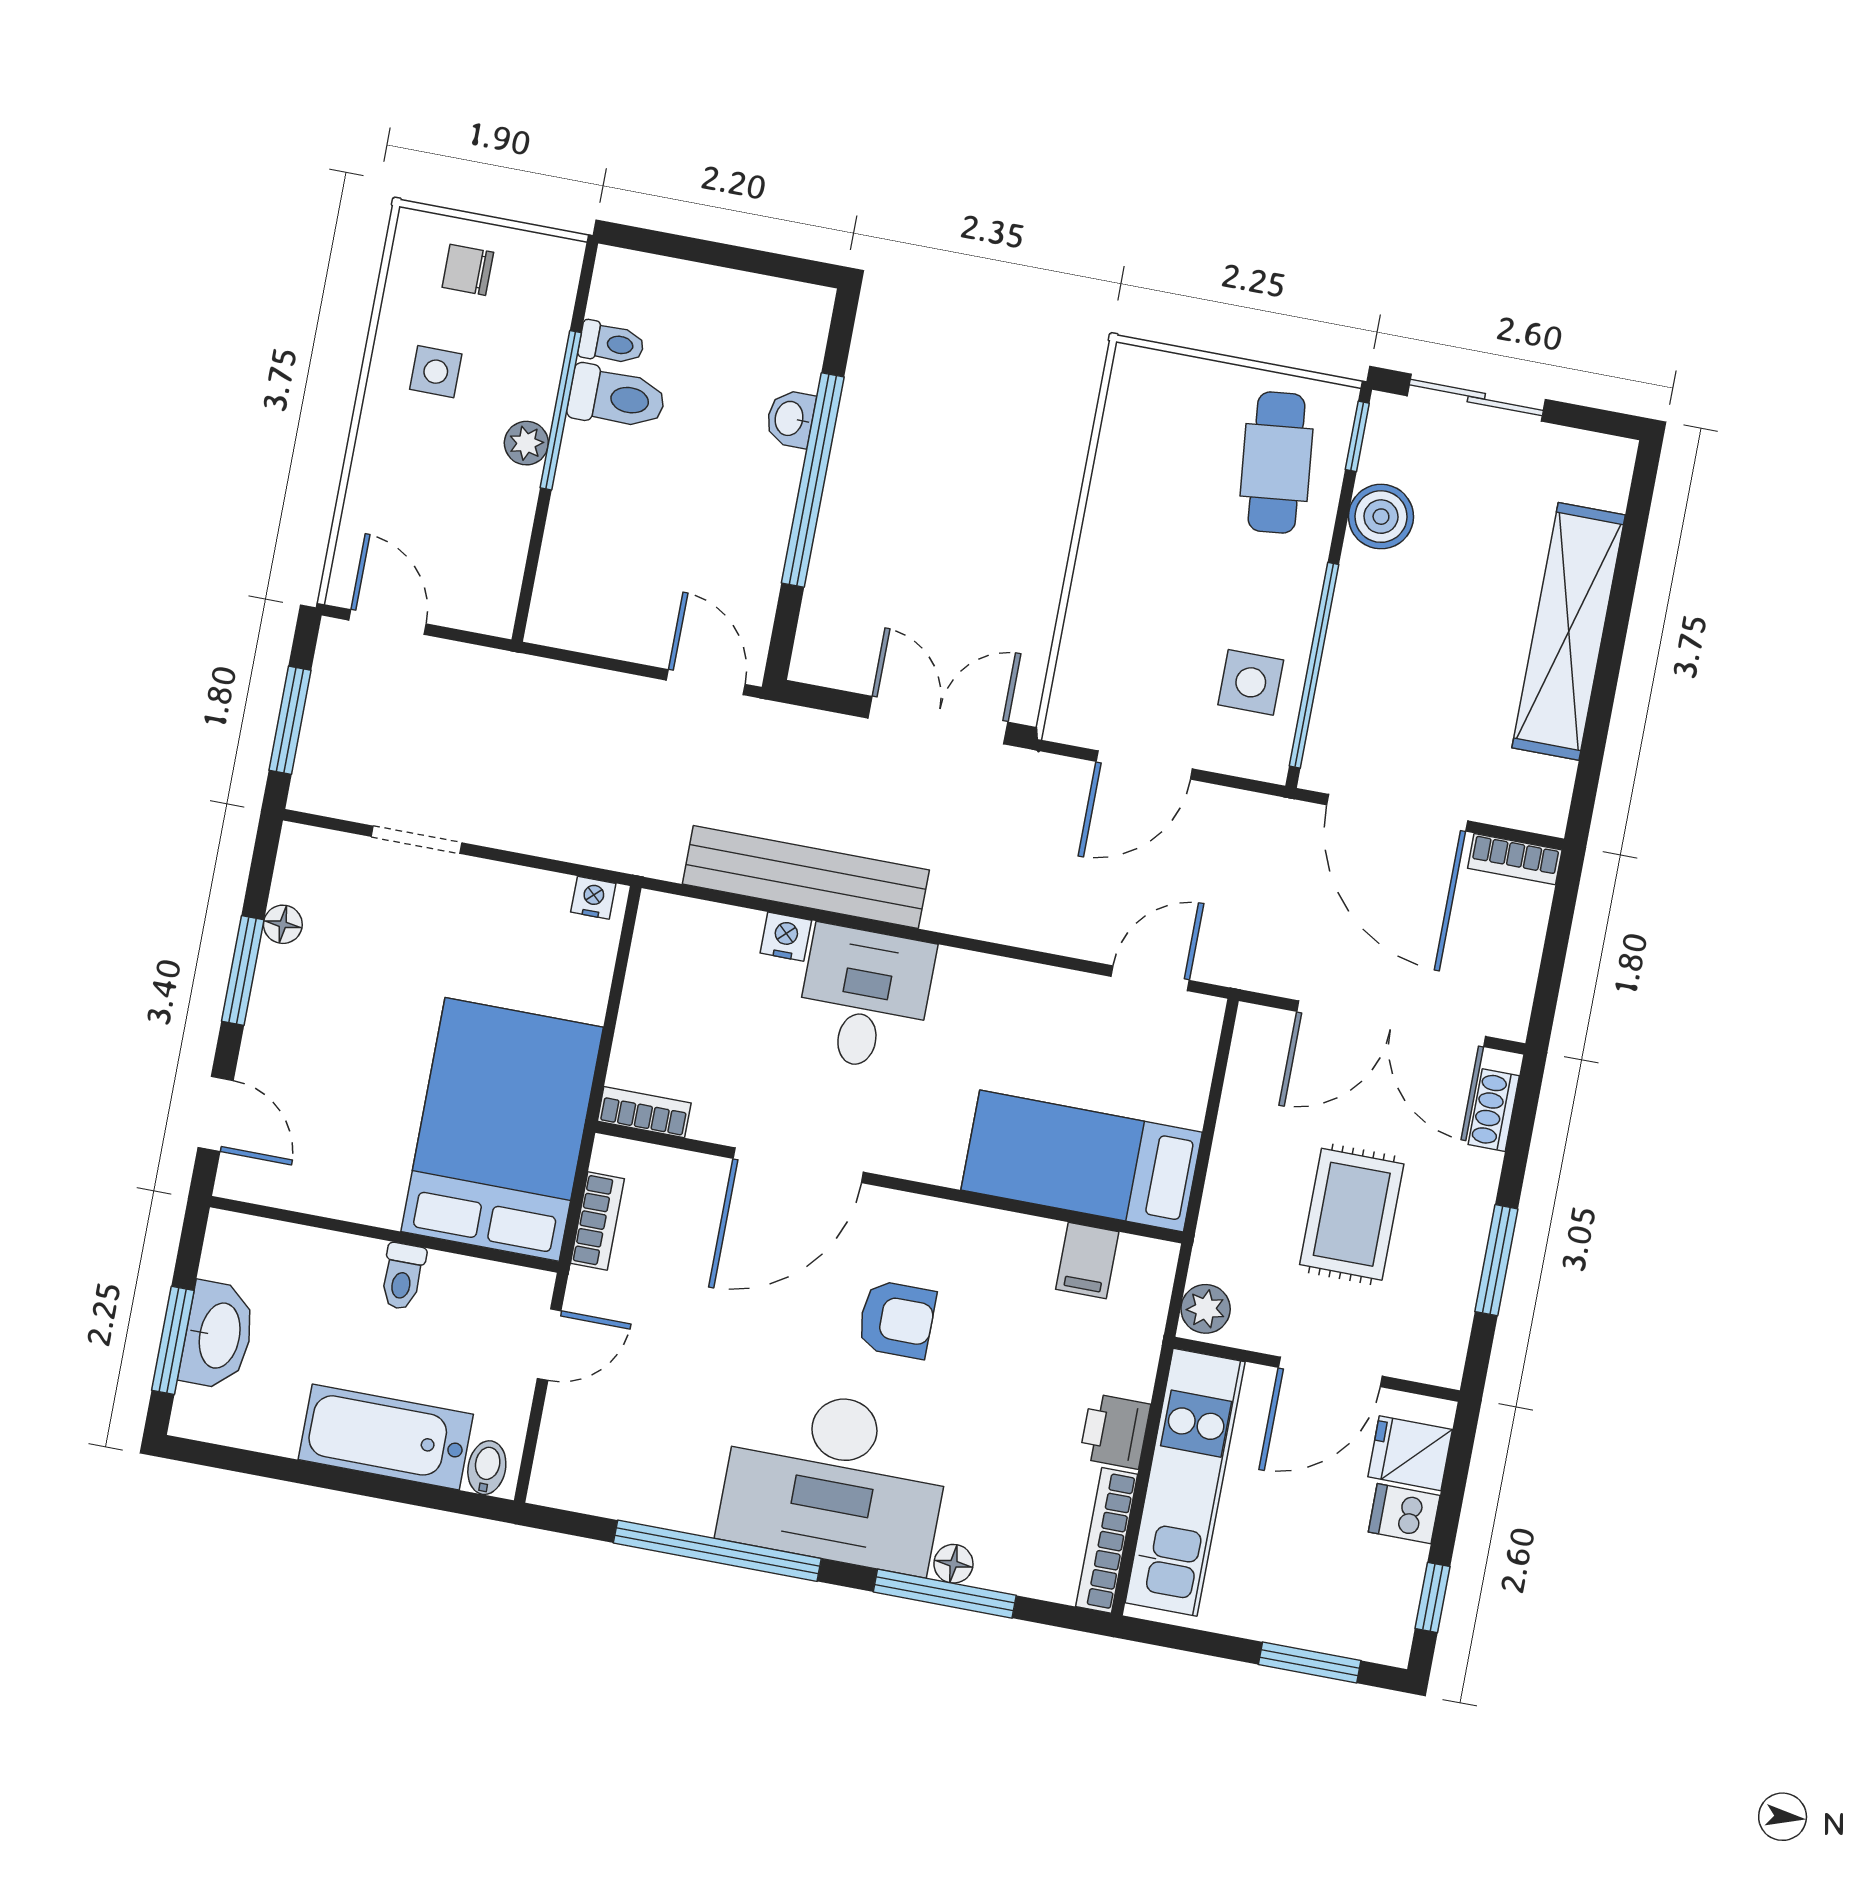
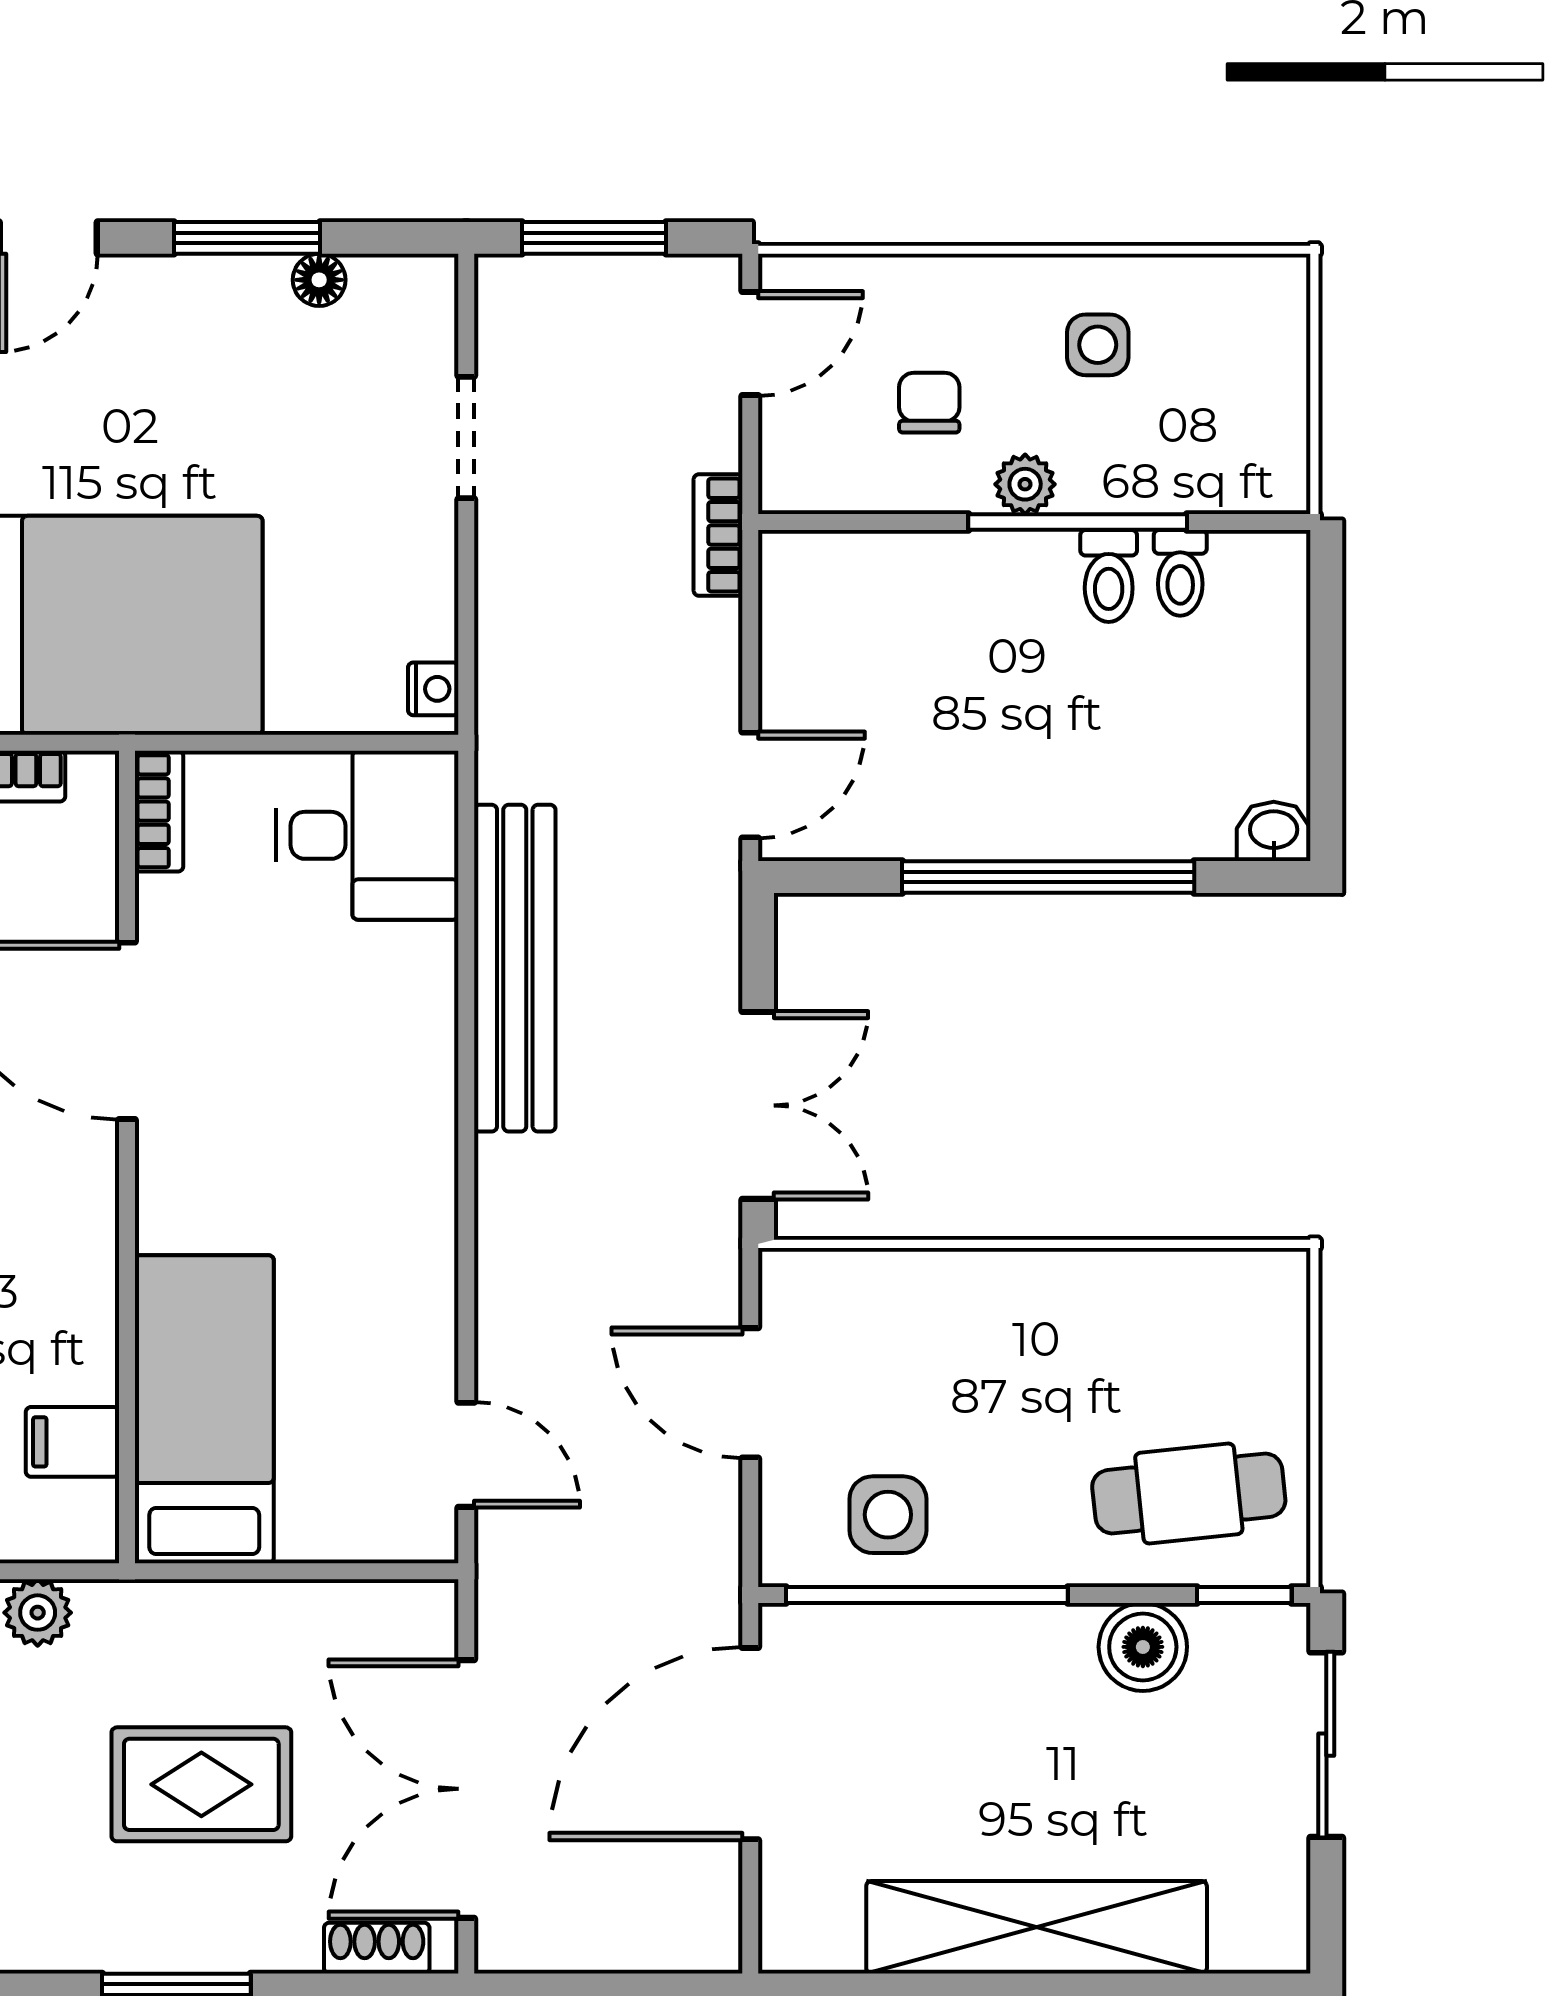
chair: (468, 270) -> (929, 403), moved
toilet: (617, 398) -> (1109, 576), width x0.73, depth x0.72
washbasin: (790, 419) -> (1274, 831), moved
bookcase: (1515, 859) -> (718, 535), moved
nightstand: (786, 937) -> (430, 956), removed
desk: (865, 998) -> (367, 835), moved

